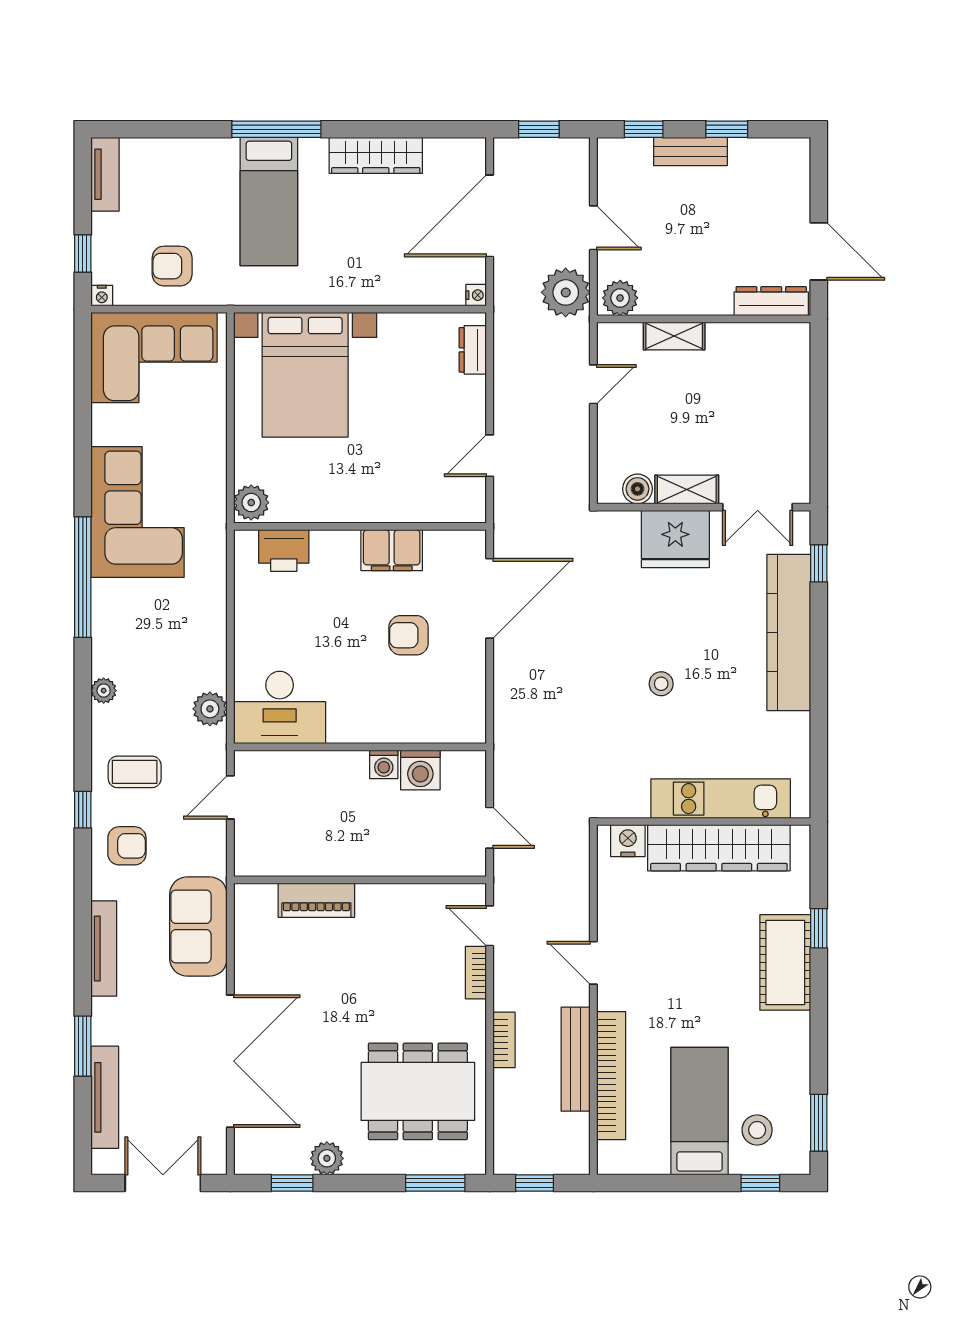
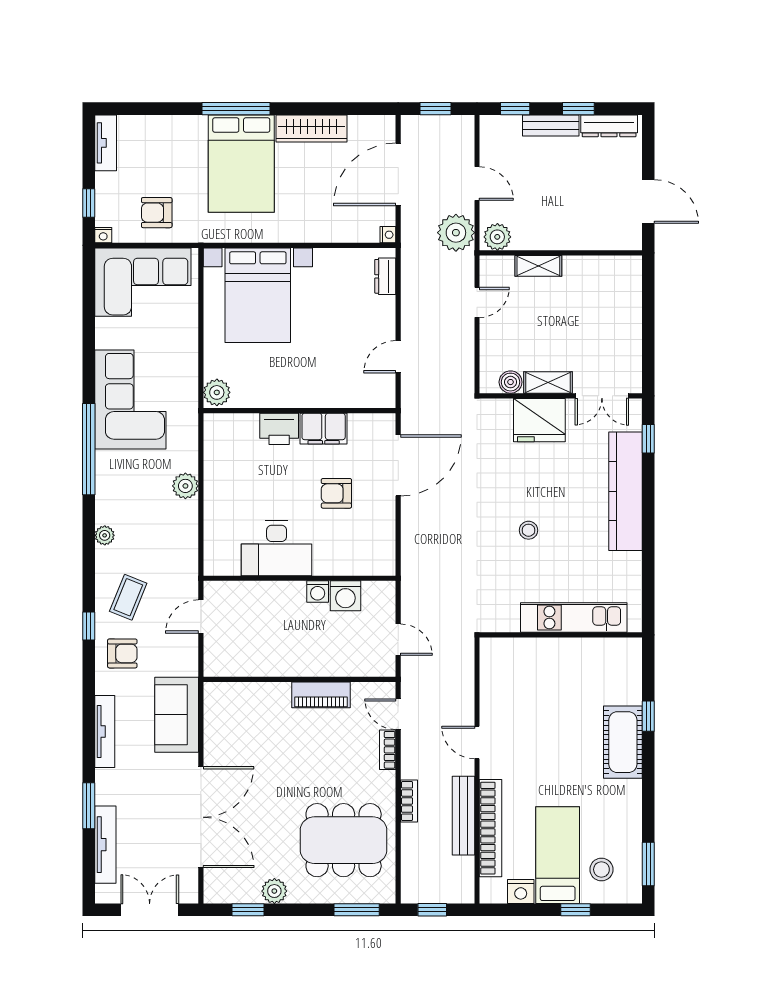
bed: (269, 202) -> (241, 164), width x1.50
dresser: (771, 301) -> (609, 126), moved, turned 180
printer: (284, 551) -> (279, 429), moved
desk: (280, 707) -> (277, 548), moved
plant: (210, 709) -> (185, 486), moved
coffee table: (135, 772) -> (128, 597), turned -68
nightstand: (628, 841) -> (521, 892), moved, turned 180
wardrobe: (719, 848) -> (572, 655), removed
piano: (316, 900) -> (321, 695), moved
window: (760, 1183) -> (576, 910), moved

